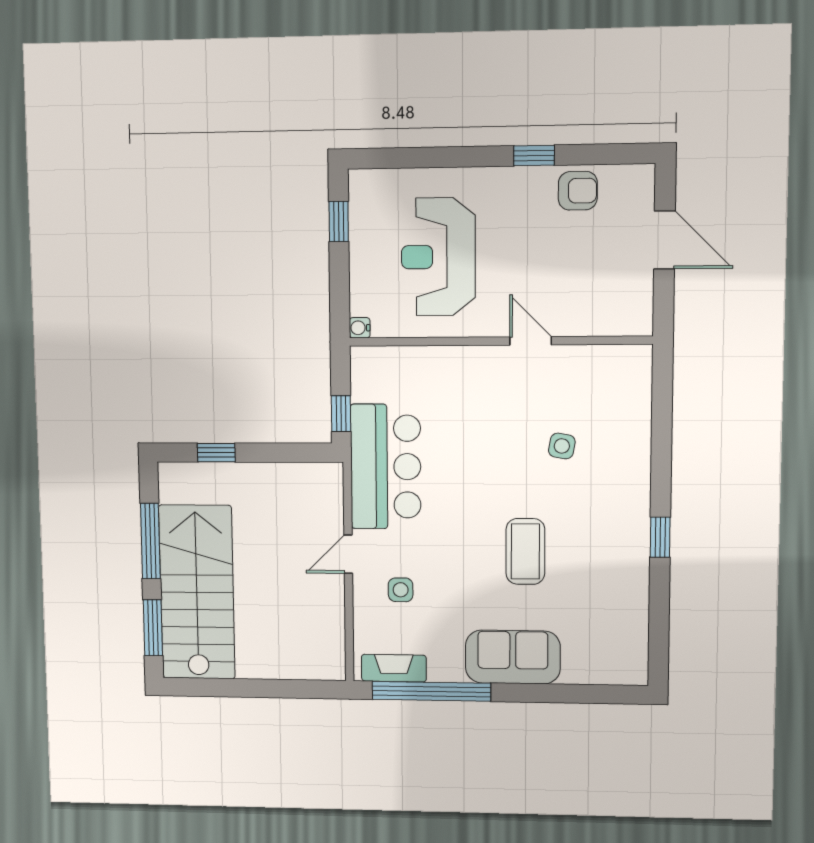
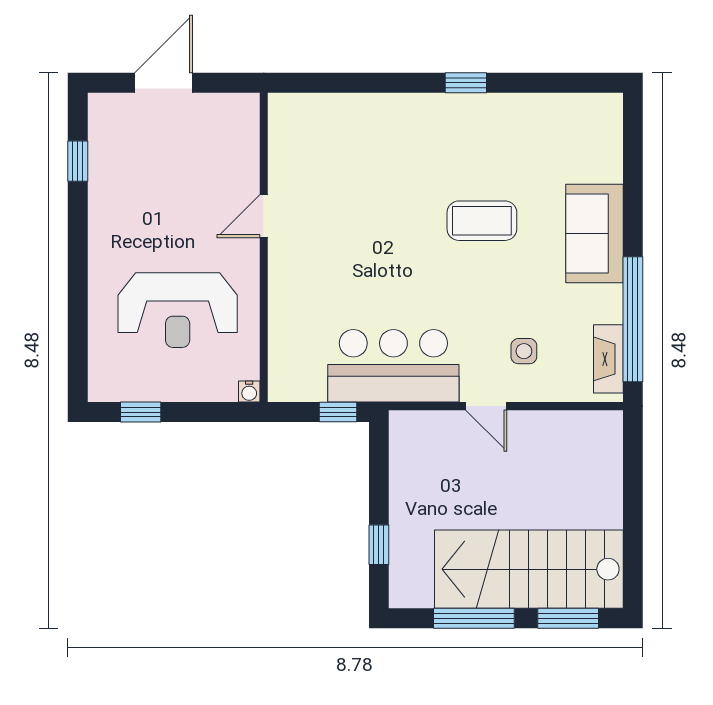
window: (534, 155) -> (78, 161), moved
armchair: (578, 191) -> (113, 169), removed
side table: (562, 446) -> (372, 184), removed

